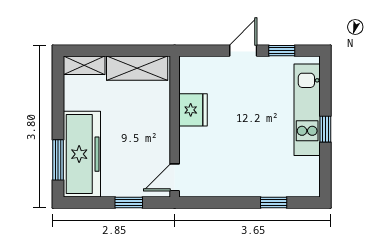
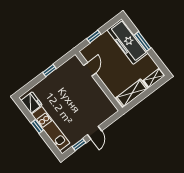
fridge: (193, 110) -> (31, 103), moved, turned 180
window: (58, 160) -> (143, 41), moved
door: (175, 177) -> (90, 69), moved
window: (274, 202) -> (49, 71), moved

